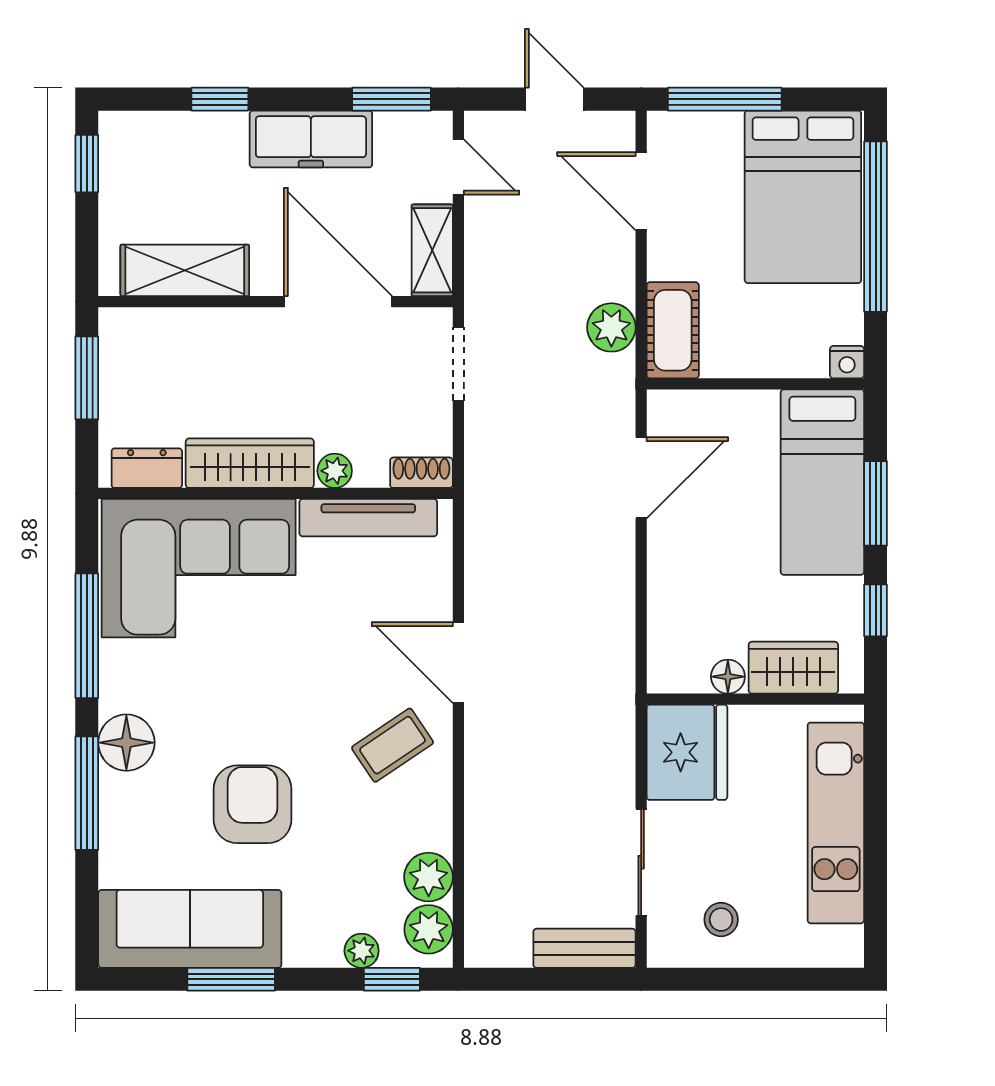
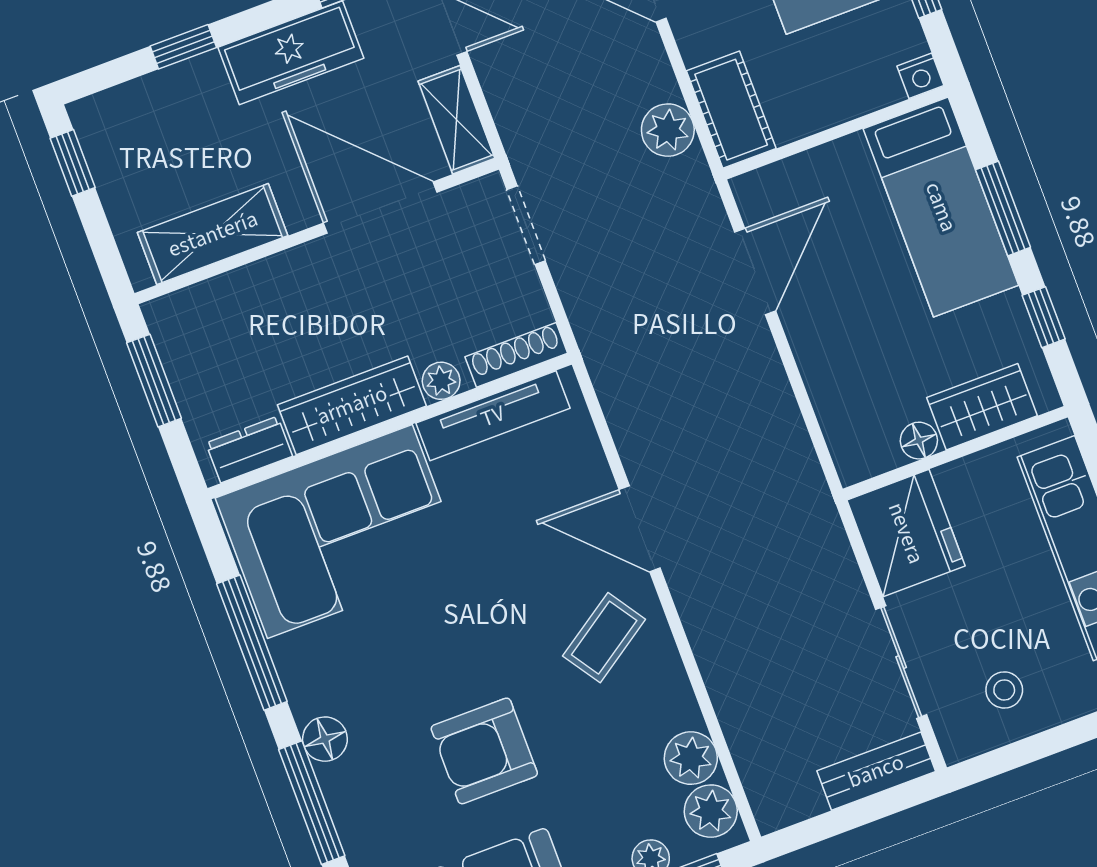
shoe rack: (421, 473) -> (516, 355), width x1.43
floor lamp: (126, 743) -> (325, 739), width x0.73, depth x0.73
armchair: (253, 804) -> (484, 751), turned -90

